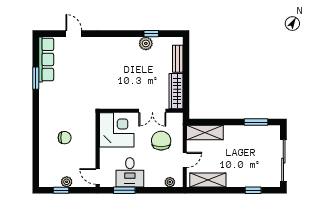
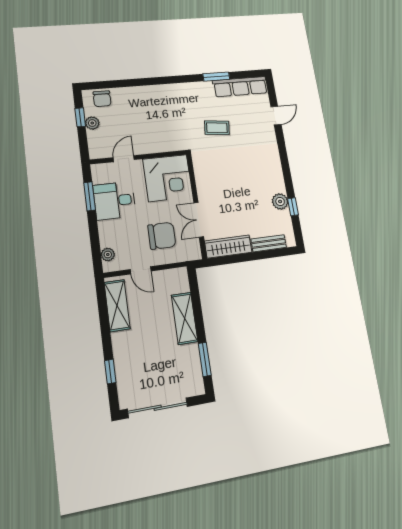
coffee table: (80, 85) -> (217, 128), added
shelving: (205, 133) -> (184, 318), moved
chair: (65, 138) -> (102, 99), moved
door: (98, 176) -> (124, 159), moved

